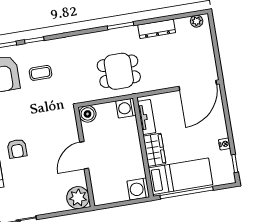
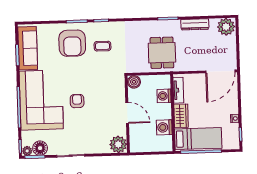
plant: (197, 21) -> (226, 27), width x1.87, depth x1.87
dining table: (119, 71) -> (162, 53), turned 90
washing machine: (126, 108) -> (164, 96), moved
armchair: (17, 149) -> (77, 101), turned 180
door: (84, 155) -> (127, 113), swing flipped
washing machine: (138, 189) -> (164, 127), moved

